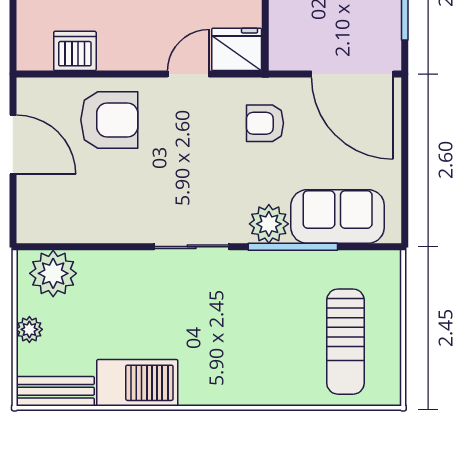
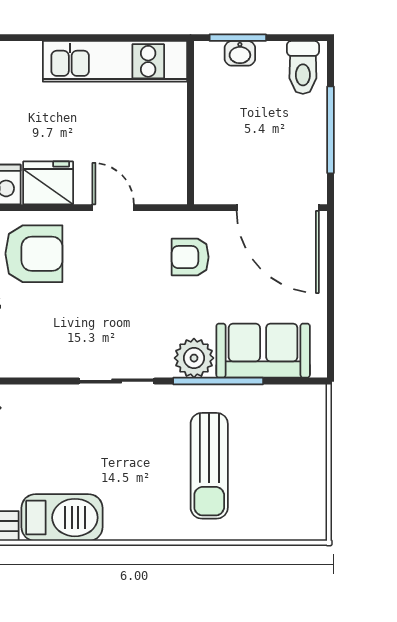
fridge: (237, 49) -> (48, 183), moved
door: (188, 74) -> (113, 208), hinge flipped
sun lounger: (345, 342) -> (209, 466), moved

